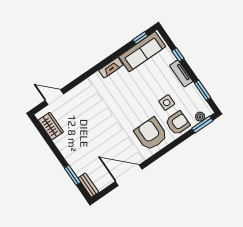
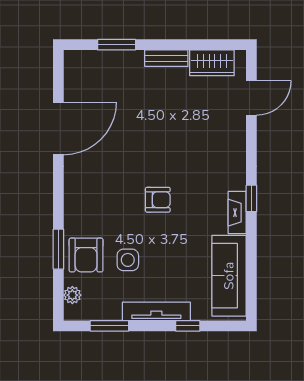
window: (140, 38) -> (251, 198), moved
tv unit: (181, 73) -> (156, 311), width x1.41
window: (202, 124) -> (58, 249), moved
armchair: (151, 134) -> (158, 200), moved, width x0.53, depth x0.53
bench: (88, 185) -> (166, 58), moved

